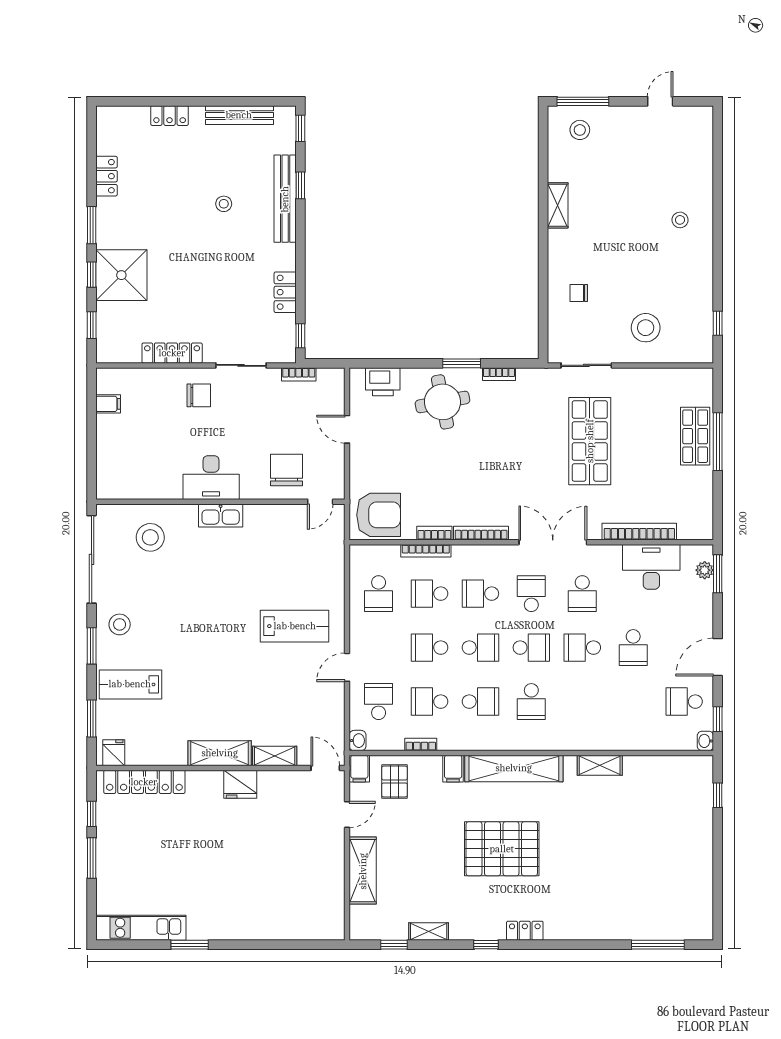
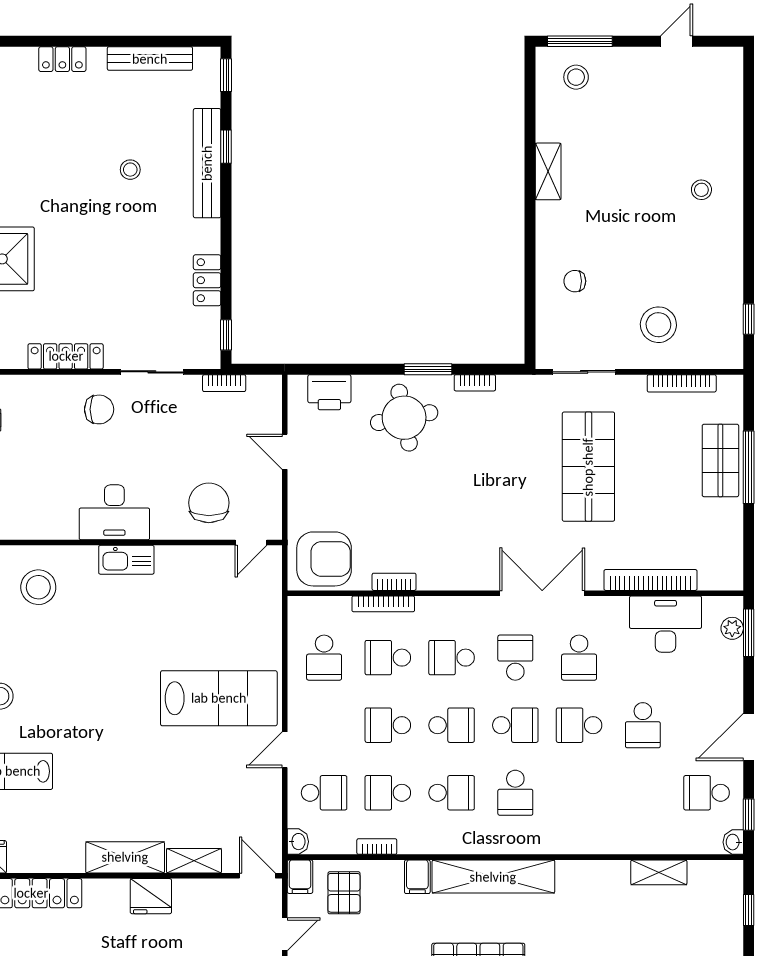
bookcase: (481, 533) -> (682, 383), moved, turned 180
lab bench: (295, 626) -> (219, 698), width x1.36, depth x1.39
school desk: (379, 702) -> (324, 793), turned 90
shelving: (600, 765) -> (659, 872), moved

